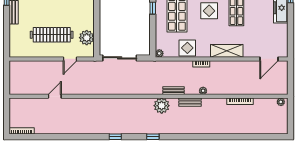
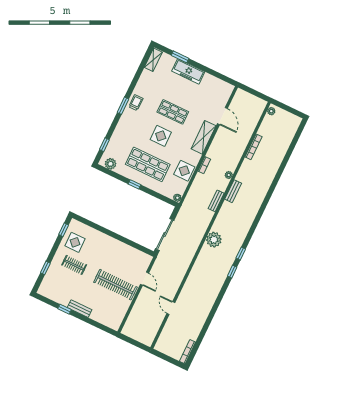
clothes rail: (52, 35) -> (115, 285), turned 90
plant: (87, 38) -> (133, 255), removed
door: (269, 59) -> (222, 116), moved
plant: (162, 106) -> (214, 240), moved
window: (153, 137) -> (241, 254), moved

